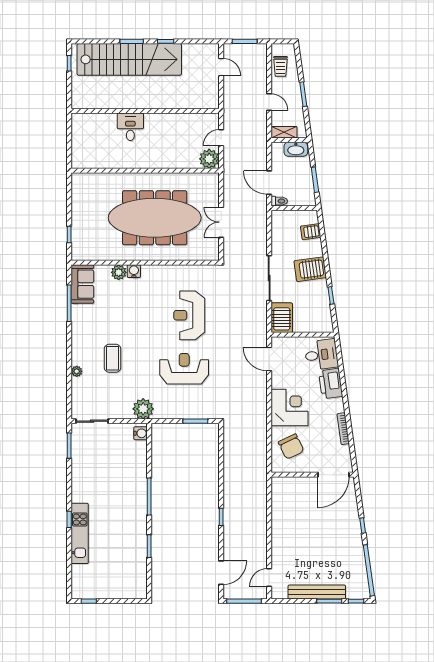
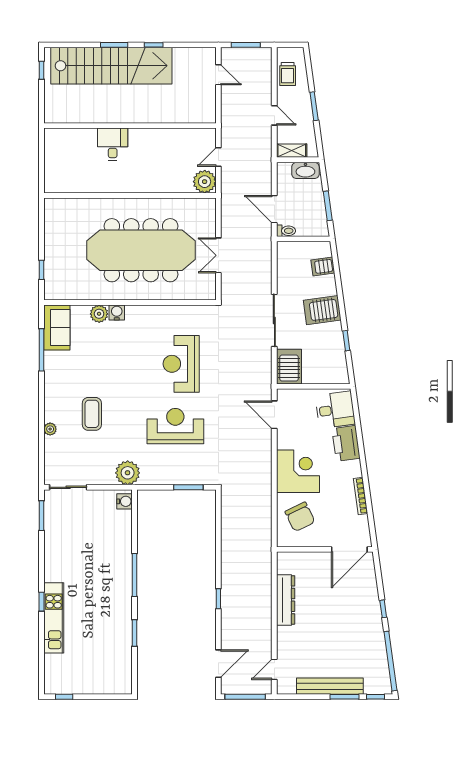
dresser: (279, 518) -> (286, 600), added

